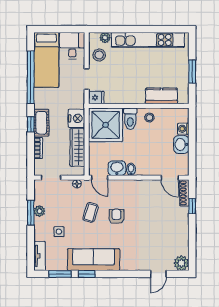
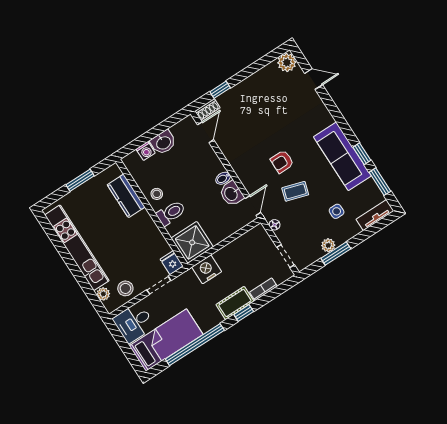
shower: (106, 125) -> (192, 242), width x0.73, depth x0.73
wardrobe: (77, 147) -> (236, 249), removed
shoe rack: (184, 193) -> (207, 109), width x0.70

